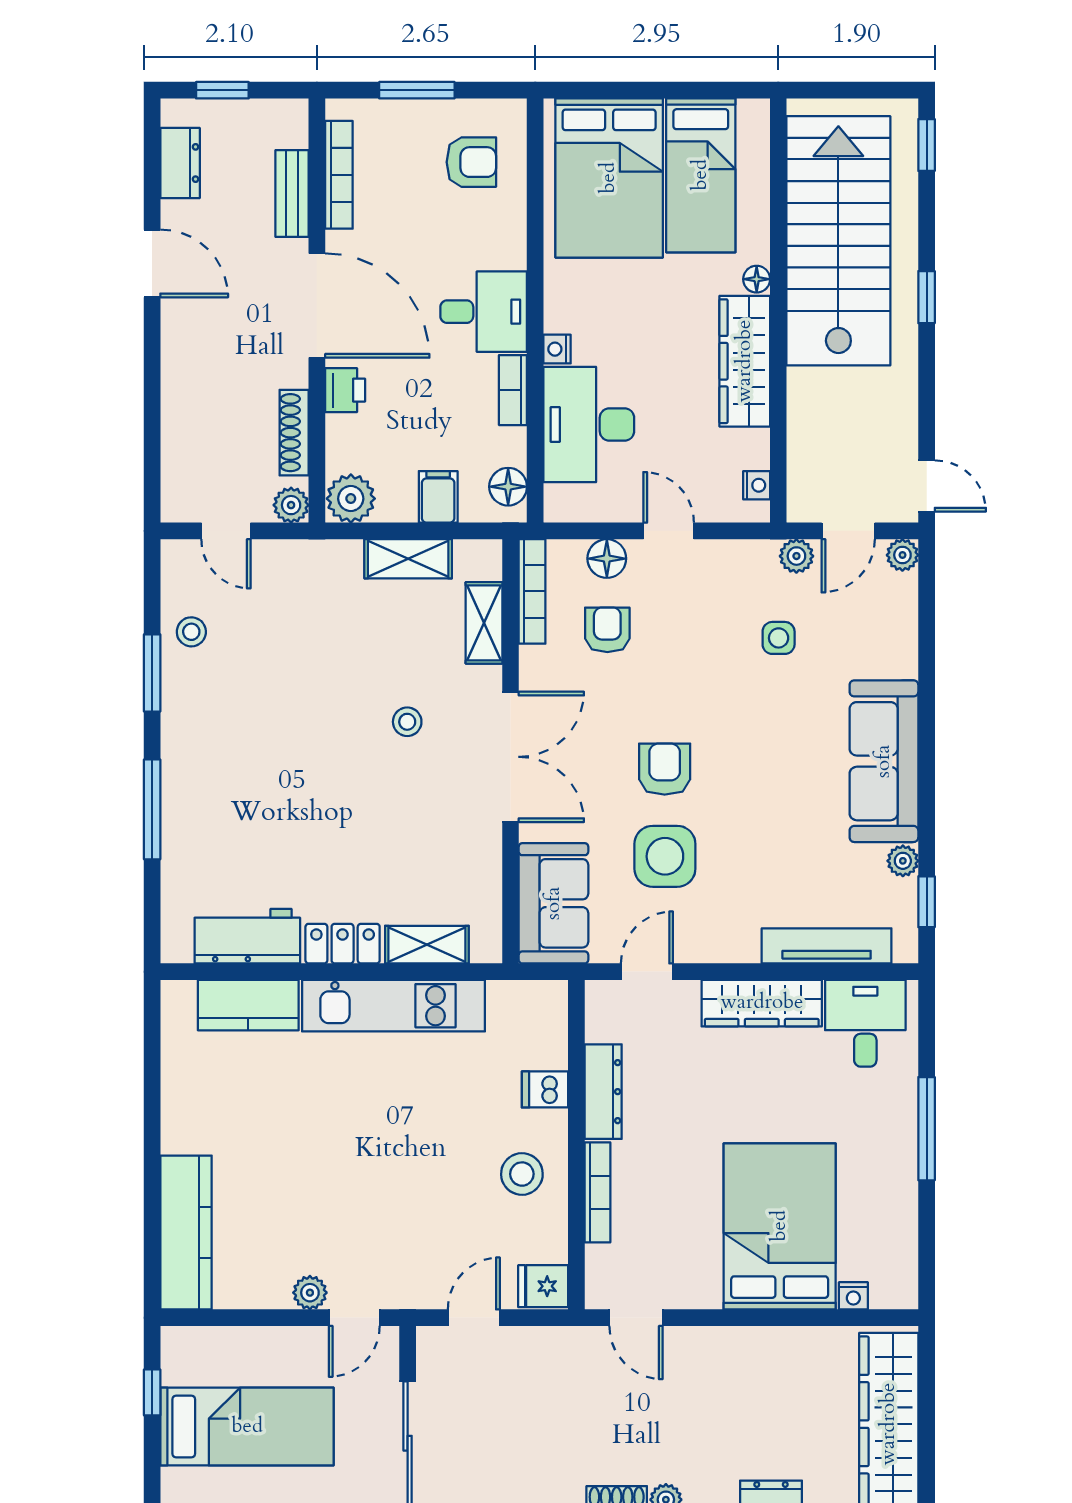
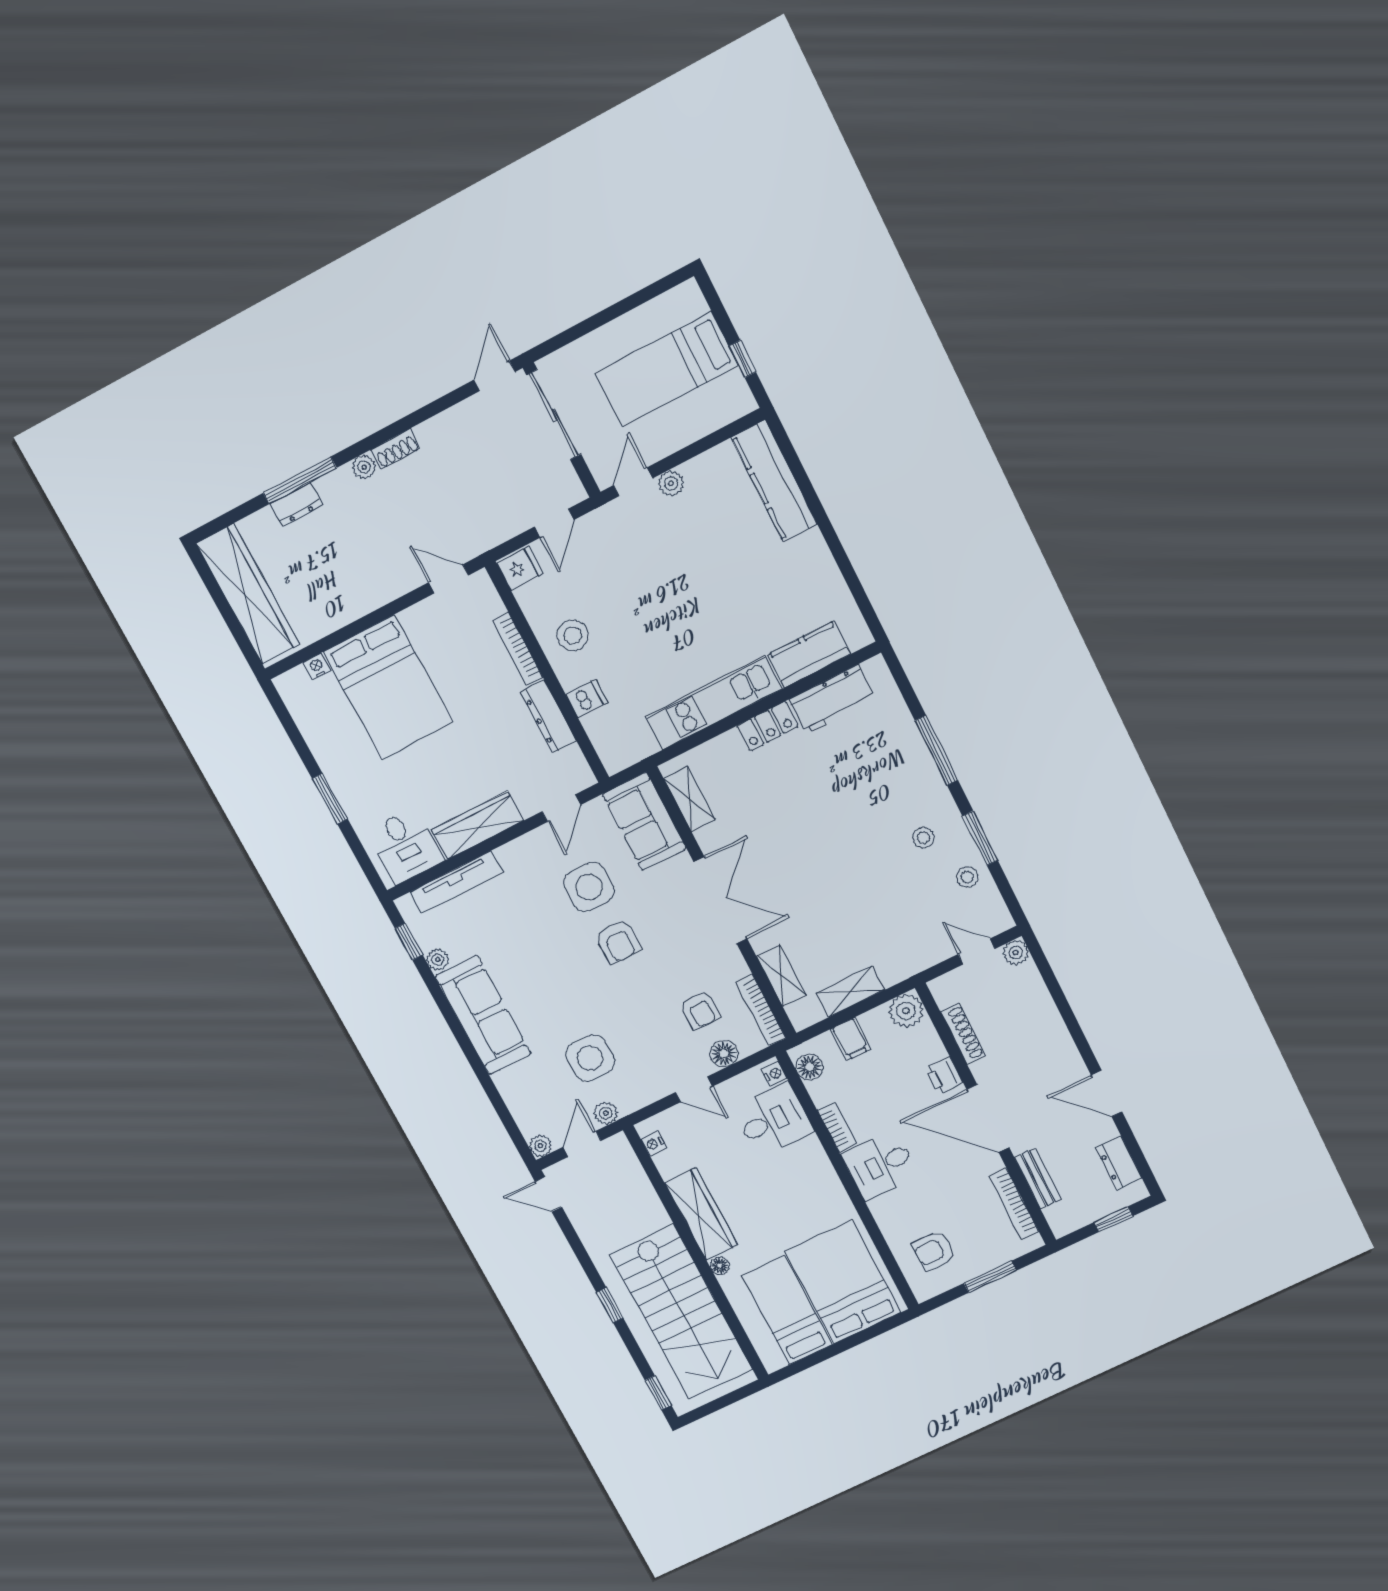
nightstand: (557, 349) -> (774, 1074), moved
desk: (589, 424) -> (773, 1120), width x0.73
plant: (291, 505) -> (1016, 952), moved
side table: (779, 638) -> (590, 1058), width x1.87, depth x1.87
stool: (407, 722) -> (923, 838), moved
double door: (511, 757) -> (720, 900), swing flipped
shelving: (427, 945) -> (690, 799), moved, turned 90
window: (927, 1129) -> (330, 799), width x0.69

